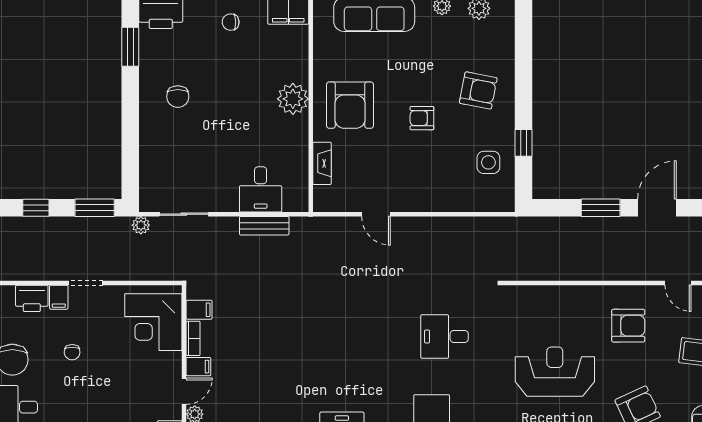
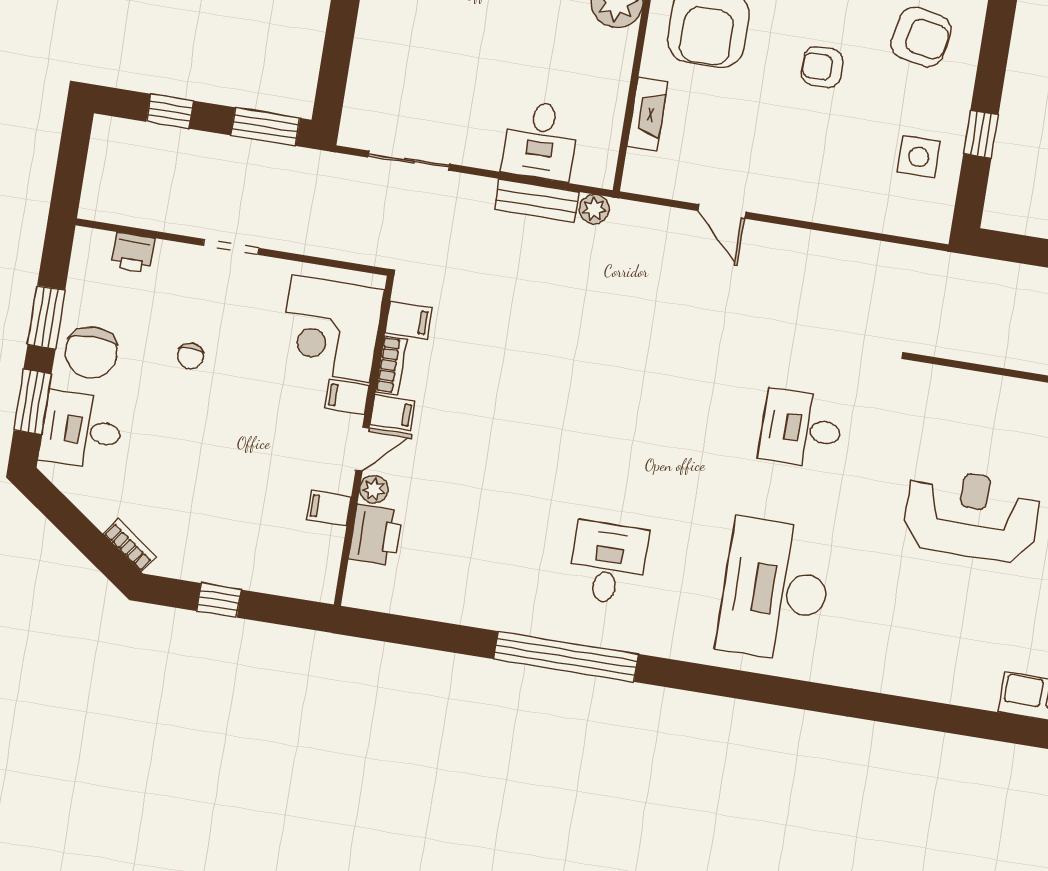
plant: (141, 225) -> (594, 209), moved
filing cabinet: (59, 297) -> (347, 397), moved, turned 90
printer: (32, 298) -> (133, 252), width x0.73, depth x0.81

